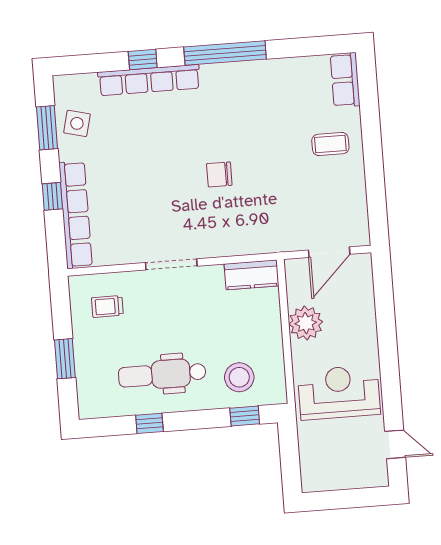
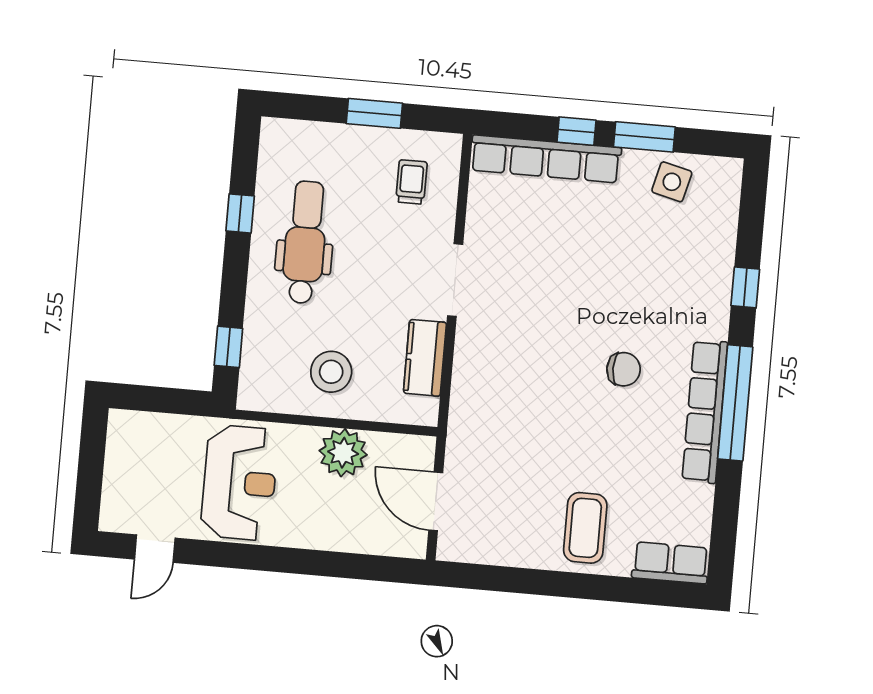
row of seats: (149, 80) -> (705, 412), moved
window: (47, 128) -> (644, 137), moved
coffee table: (330, 144) -> (585, 528), width x1.36, depth x1.30
chair: (219, 174) -> (624, 369), moved, turned 90
kitchen counter: (251, 275) -> (425, 358), moved
window: (65, 359) -> (374, 113), moved
stool: (239, 377) -> (331, 372), moved

